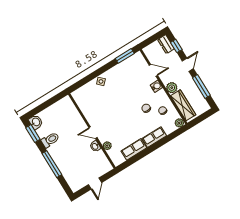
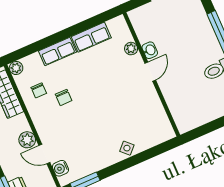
water cooler: (156, 86) -> (60, 168), moved
plant: (172, 88) -> (27, 140), moved
door: (93, 133) -> (150, 72), hinge flipped

